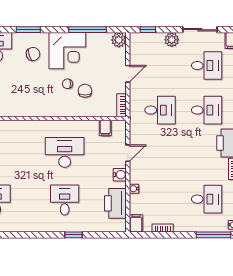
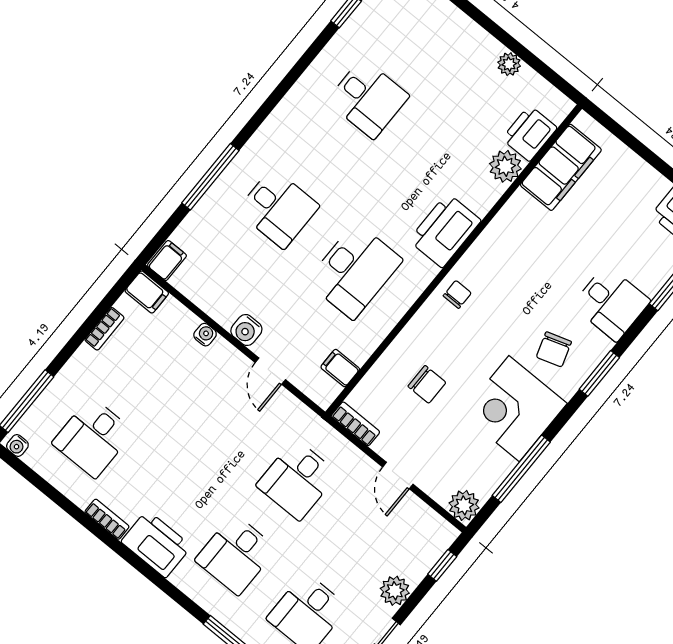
chair: (67, 84) -> (457, 294), moved
printer: (115, 203) -> (445, 230), moved, turned -90
filing cabinet: (118, 226) -> (167, 261), added
window: (74, 235) -> (210, 177), width x2.17

